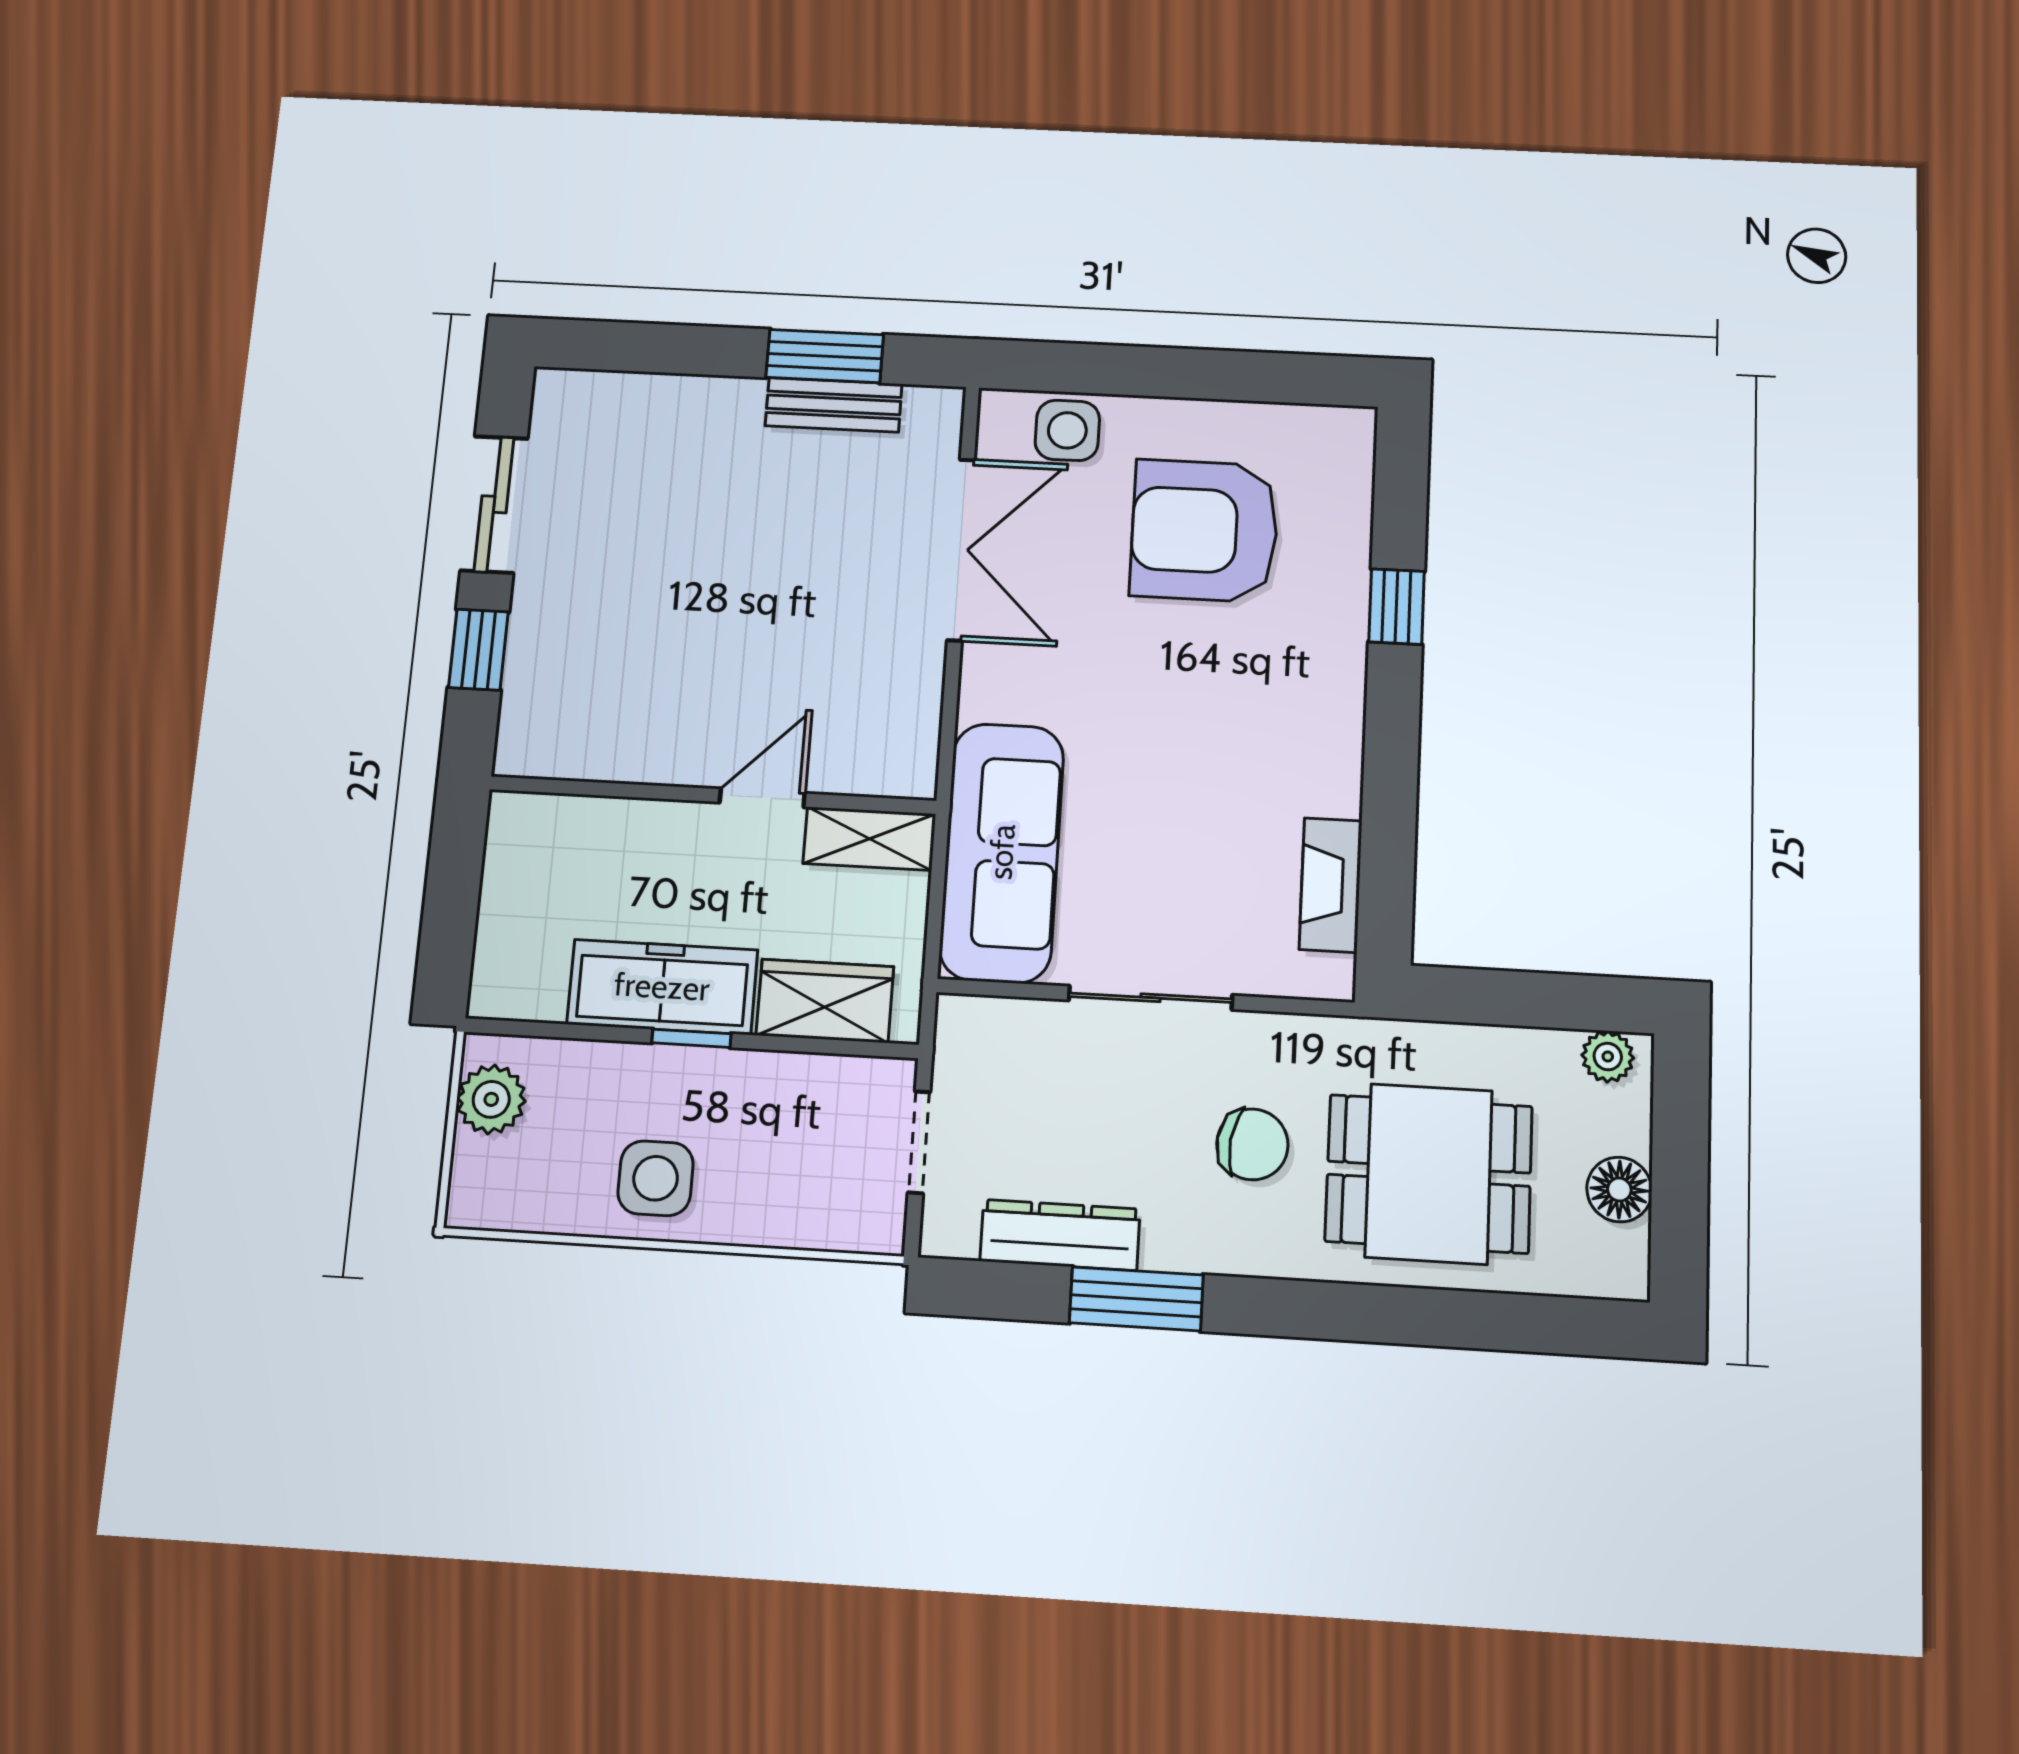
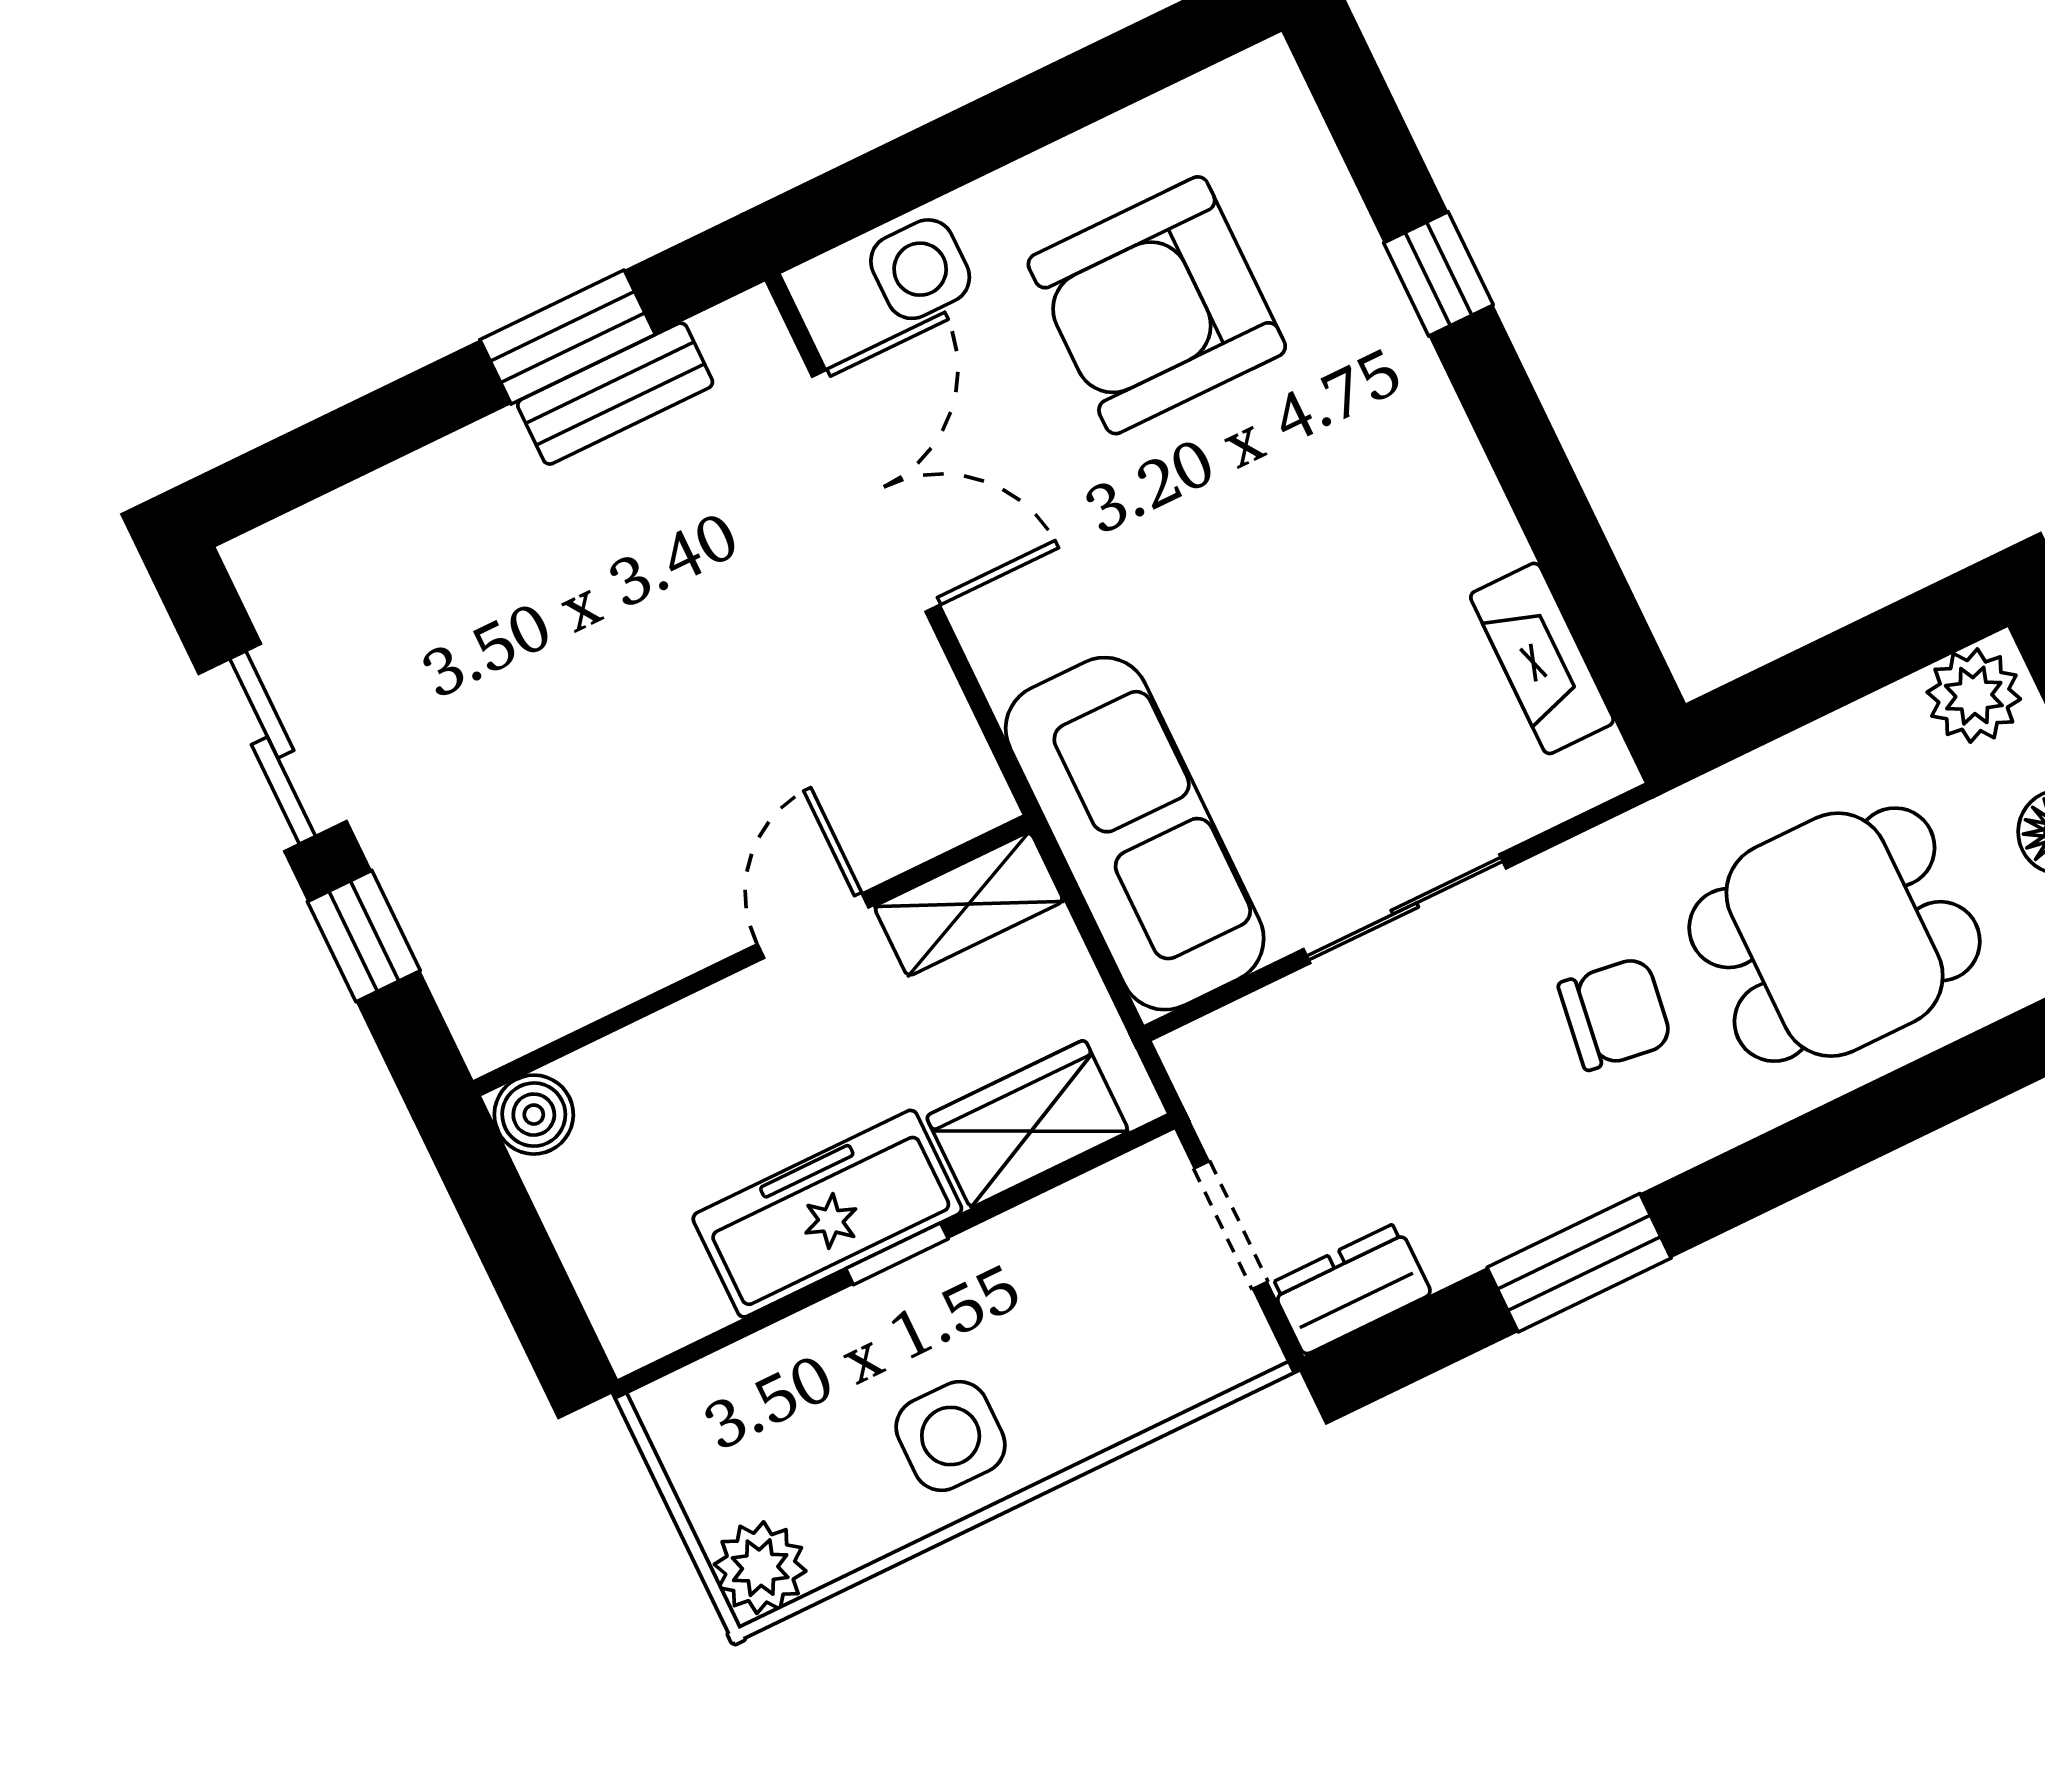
boiler: (515, 819) -> (534, 1115), added
plant: (1608, 1056) -> (1974, 696), width x1.38, depth x1.38
plant: (491, 1099) -> (760, 1568), moved
dresser: (1060, 1235) -> (1351, 1289), moved, width x0.70

